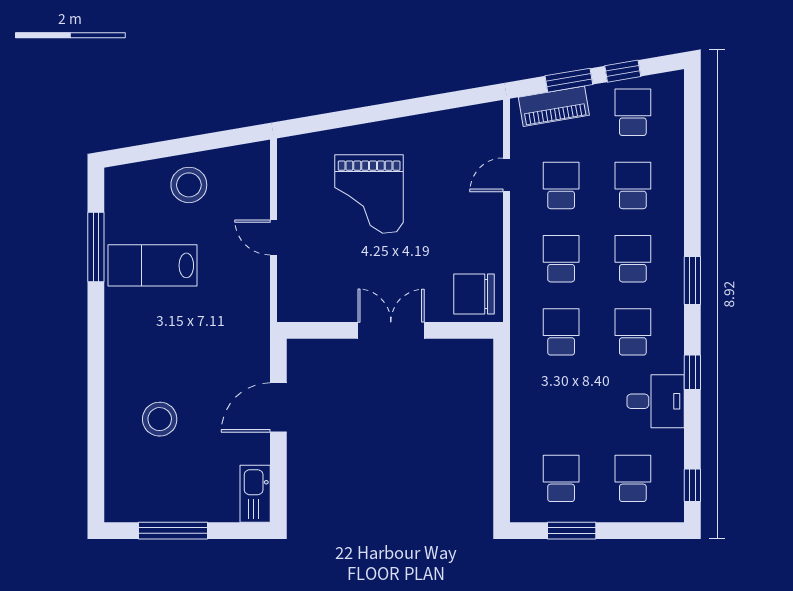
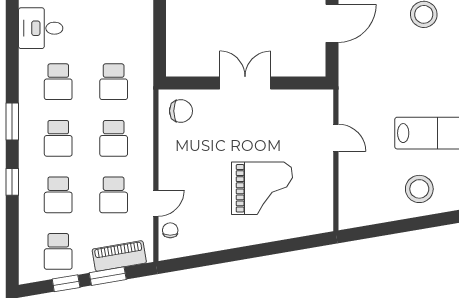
chair: (488, 140) -> (170, 230), added
stool: (189, 185) -> (419, 189), moved
grand piano: (369, 194) -> (262, 188), turned 90
door: (273, 237) -> (336, 138), moved
chair: (474, 294) -> (181, 111), width x0.73, depth x0.73
double door: (391, 330) -> (245, 83), swing flipped
window: (692, 372) -> (12, 182), moved

